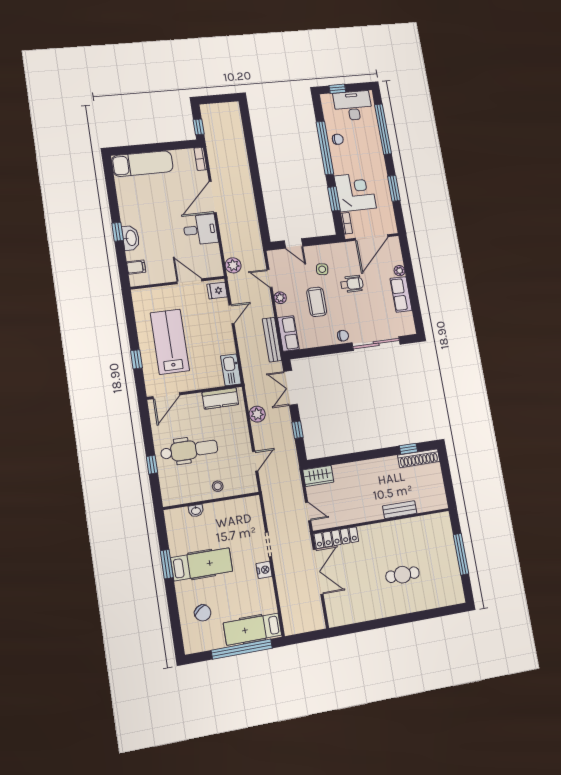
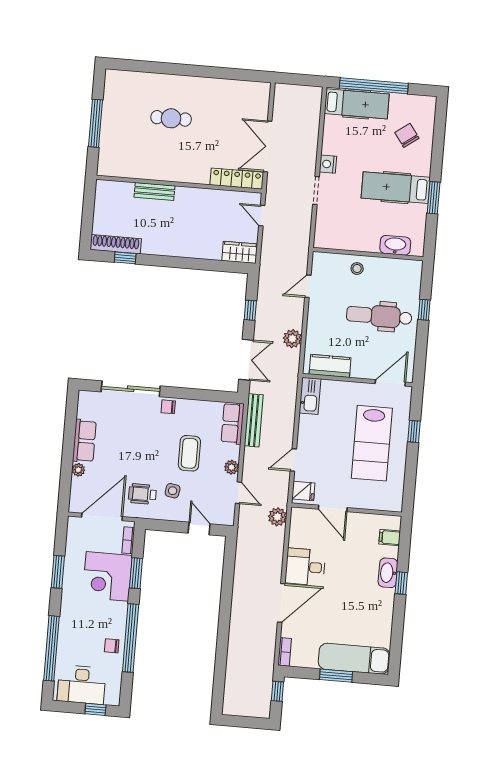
window: (154, 148) -> (336, 676), added
wheelchair: (352, 284) -> (142, 494), moved
washbasin: (196, 511) -> (395, 245), width x1.91, depth x1.45

